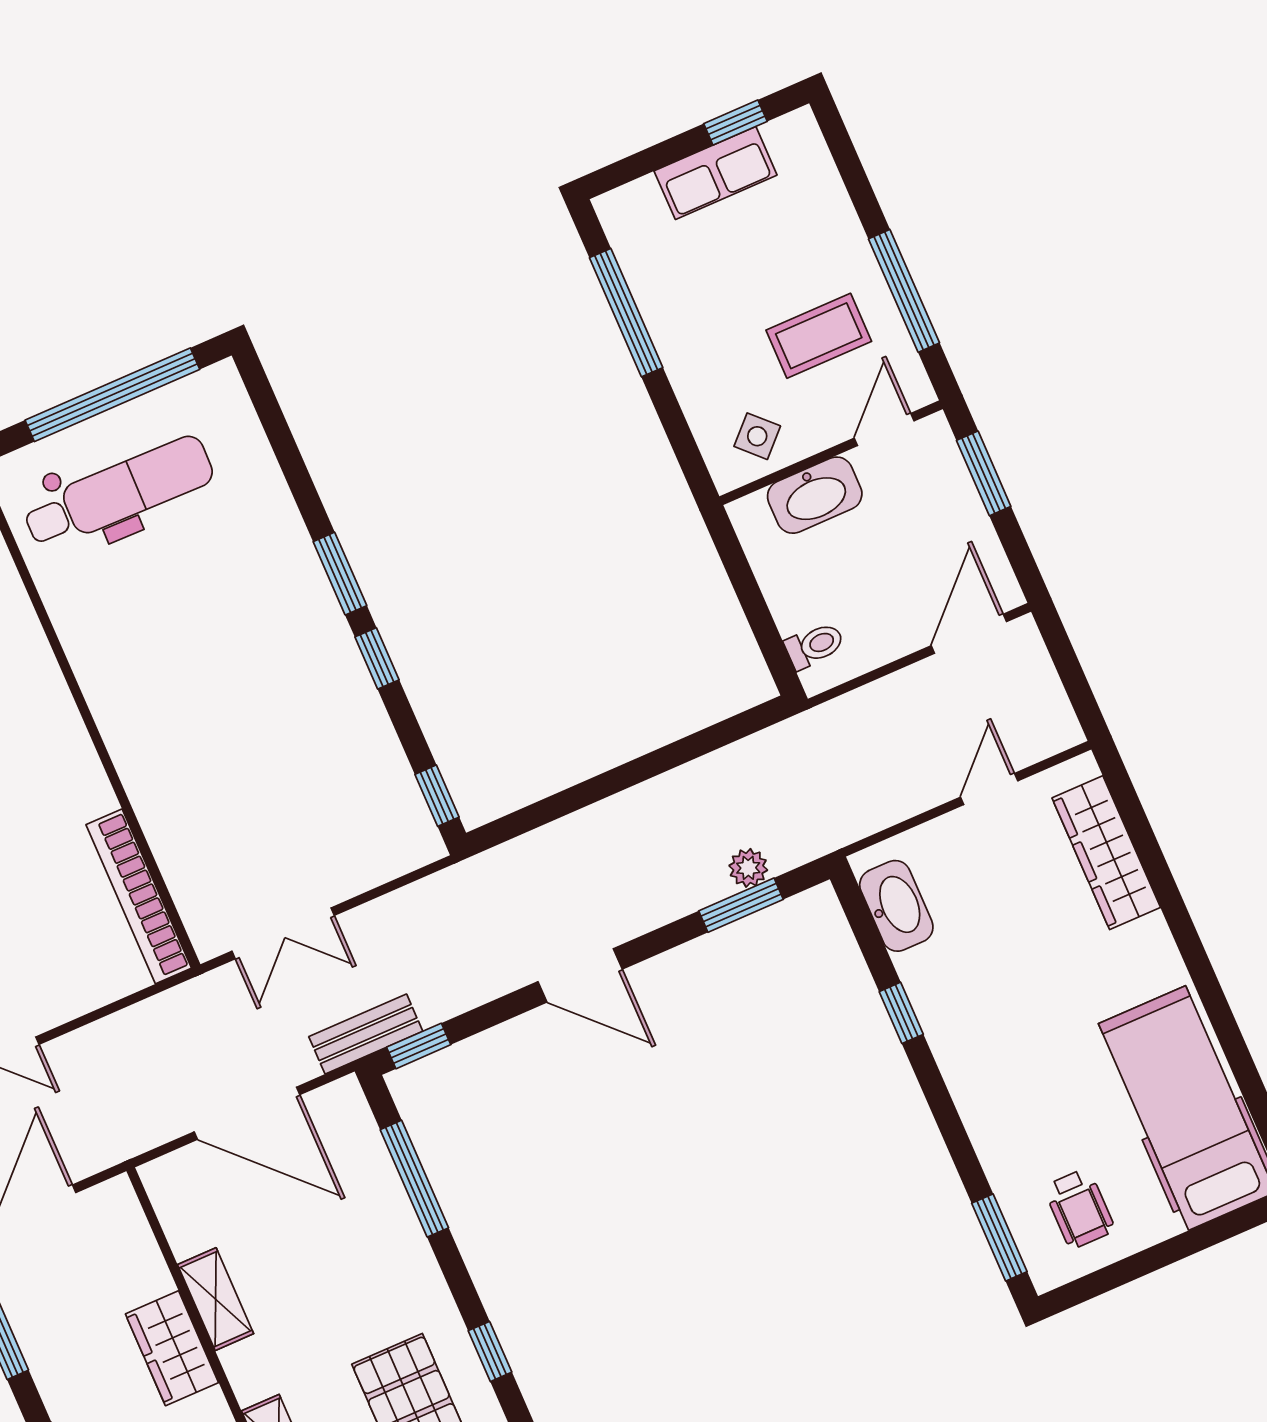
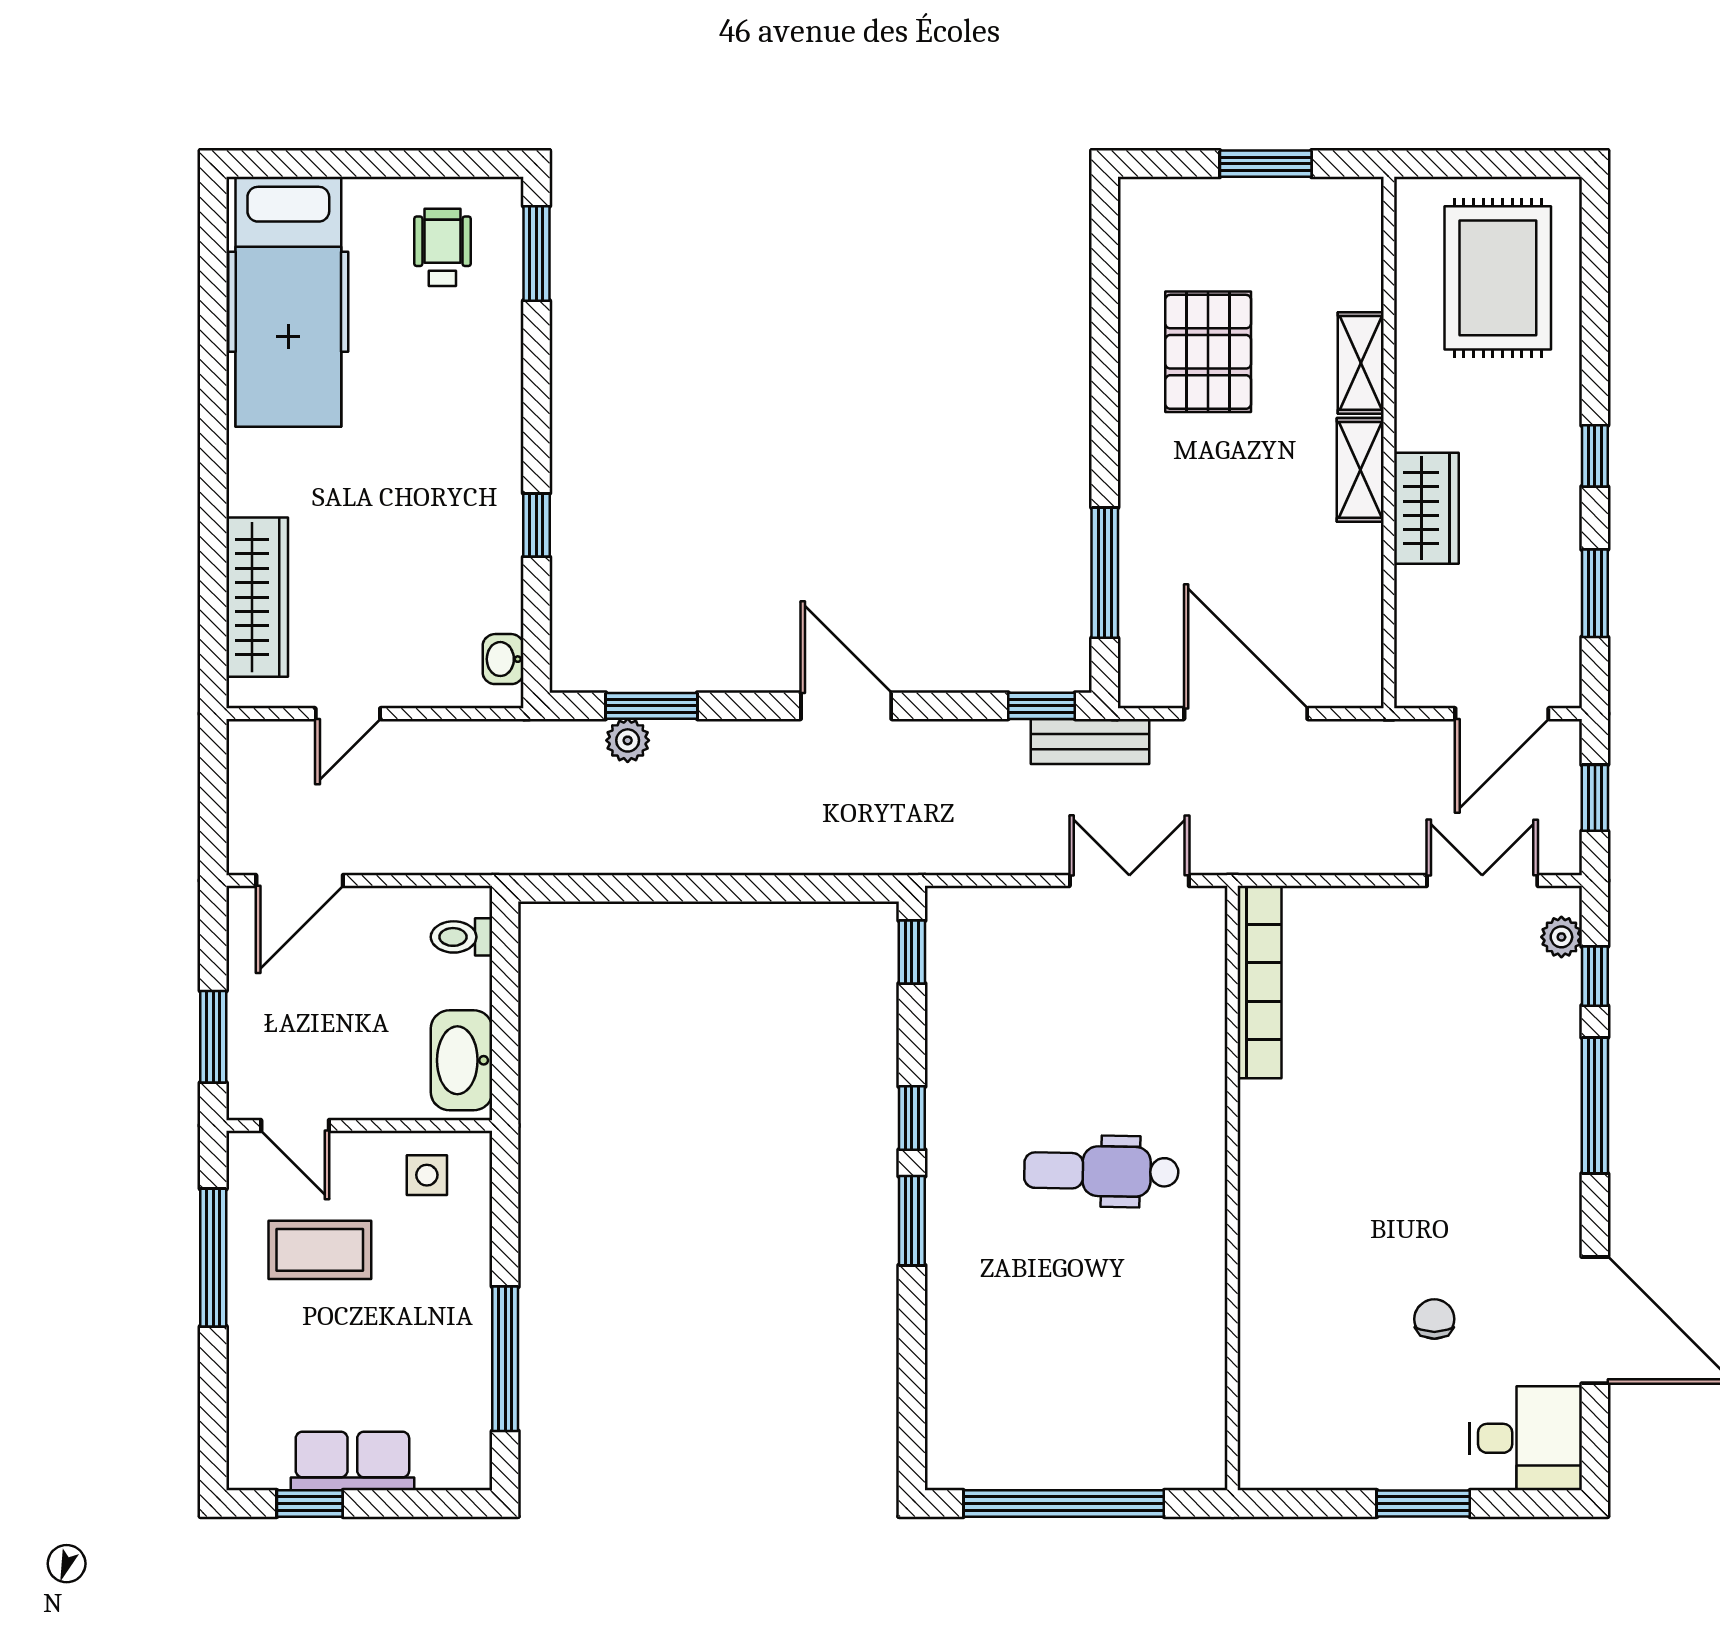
door: (884, 430) -> (295, 1126), hinge flipped
side table: (757, 436) -> (427, 1175), turned 45
dental chair: (118, 493) -> (1101, 1171), moved, width x0.73, depth x0.72
washbasin: (815, 495) -> (462, 1060), moved, turned -90
washbasin: (896, 906) -> (503, 659), width x0.52, depth x0.69
shelving: (216, 1299) -> (1360, 470), moved
window: (490, 1351) -> (1105, 364), removed

